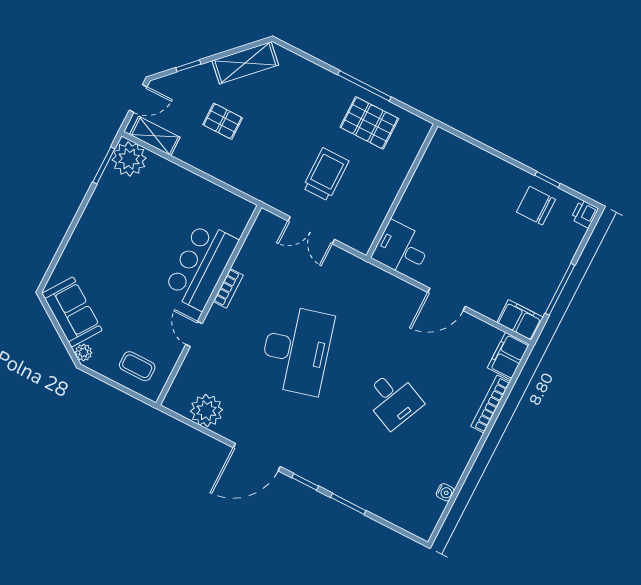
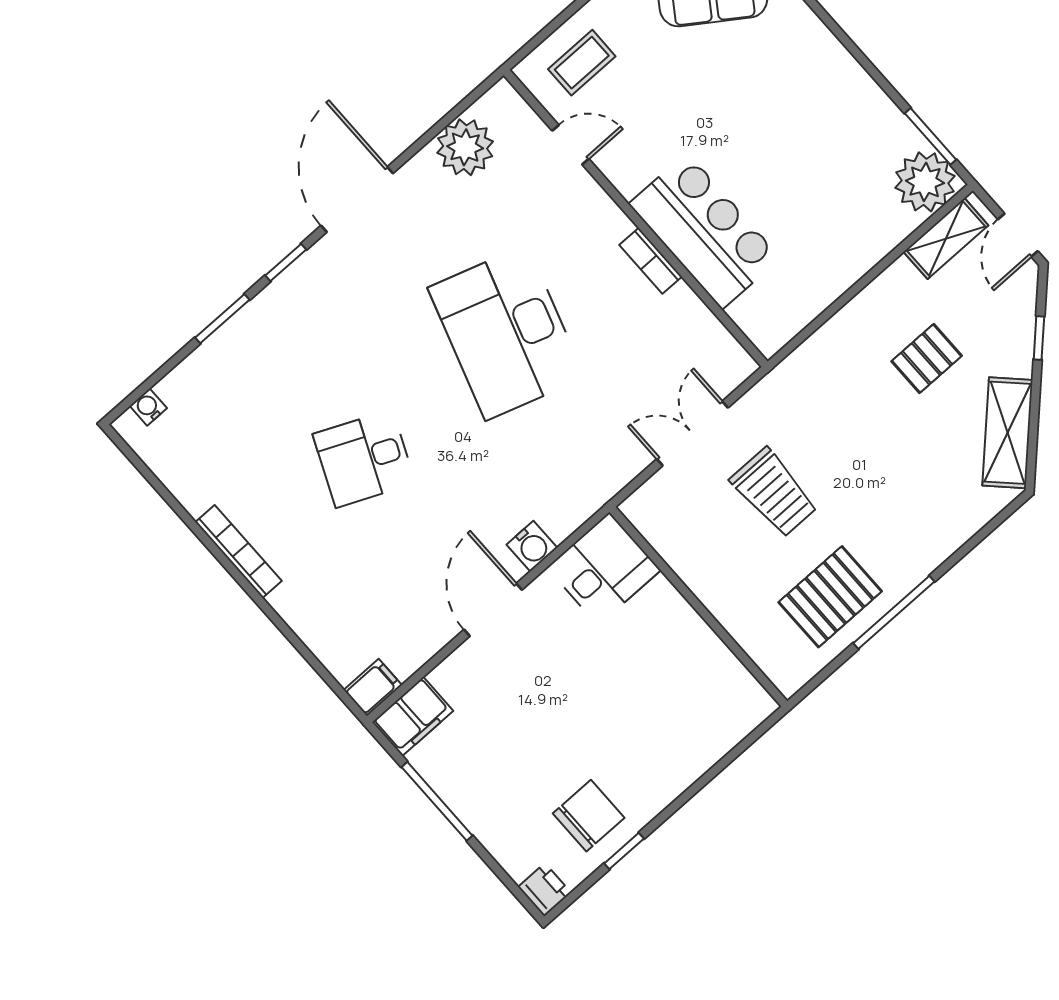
water cooler: (405, 292) -> (532, 546), added
door: (194, 334) -> (571, 145), moved
desk: (296, 350) -> (506, 333), turned 33
filing cabinet: (508, 356) -> (373, 687), width x0.50
bookcase: (490, 404) -> (239, 552), moved
water cooler: (445, 492) -> (148, 407), moved, turned 90

